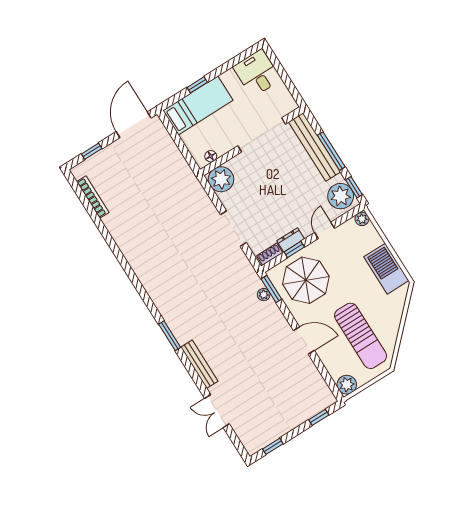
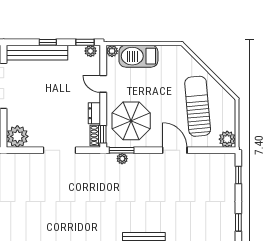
window: (331, 151) -> (48, 42), width x0.46
plant: (341, 196) -> (91, 51), width x0.53, depth x0.53
window: (294, 250) -> (103, 134), moved
barbecue: (386, 269) -> (138, 56), moved
sun lounger: (361, 336) -> (198, 106), turned -95
door: (304, 340) -> (175, 150), hinge flipped

